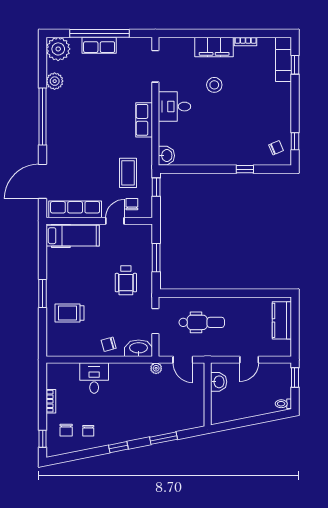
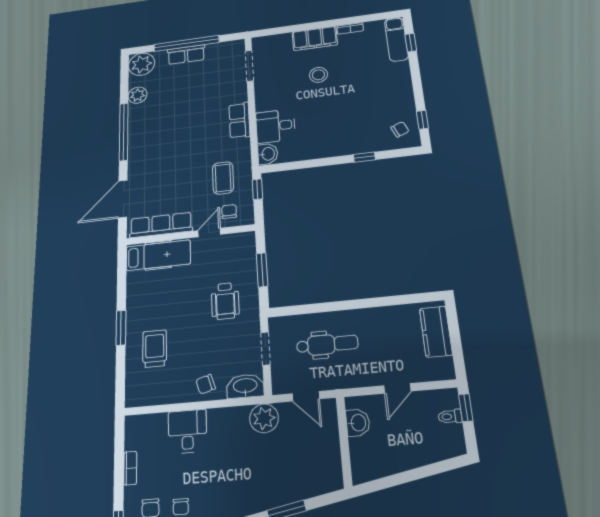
desk: (174, 107) -> (276, 126), moved
trolley: (70, 313) -> (155, 349), turned 90
plant: (156, 368) -> (264, 418), width x1.87, depth x1.87
toilet: (283, 404) -> (450, 416), moved

